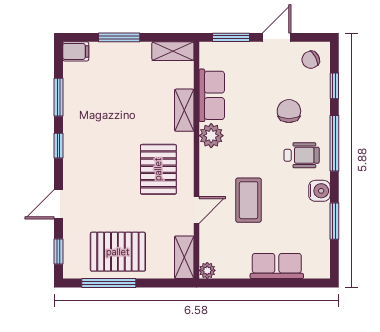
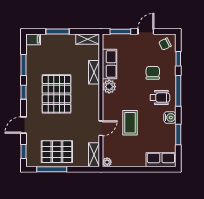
pallet: (158, 169) -> (57, 94), moved, width x1.37, depth x1.41
row of seats: (277, 266) -> (161, 160), moved

